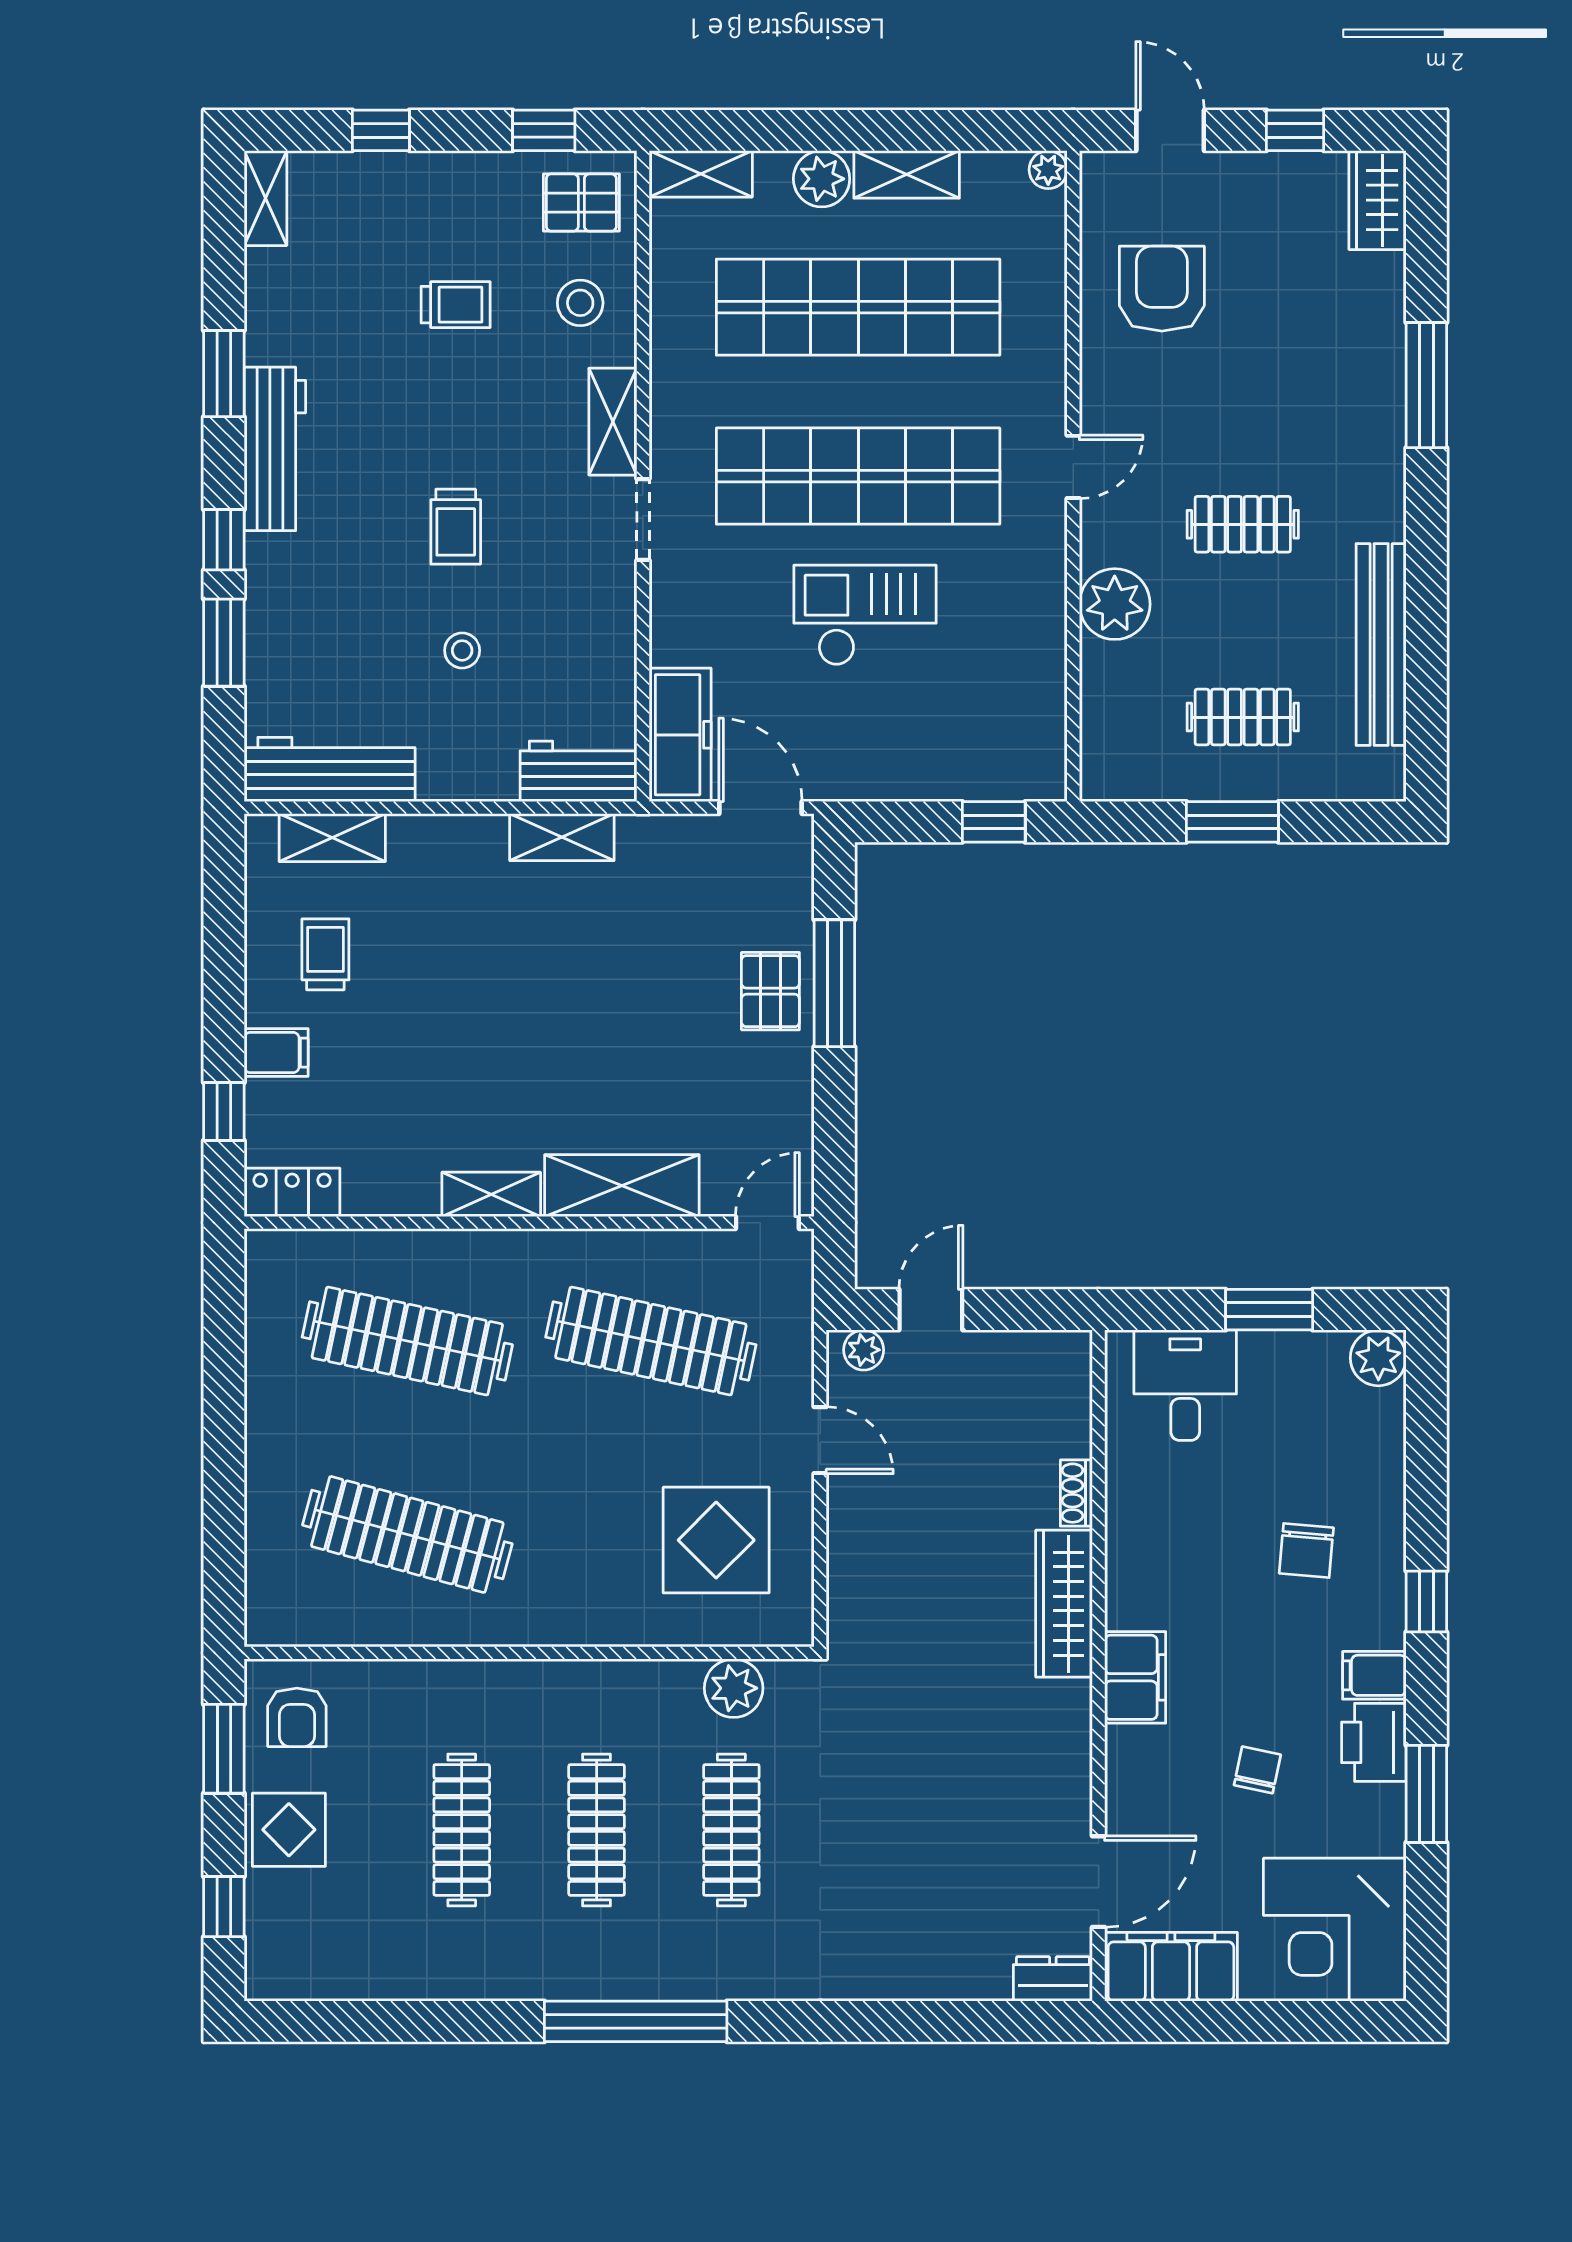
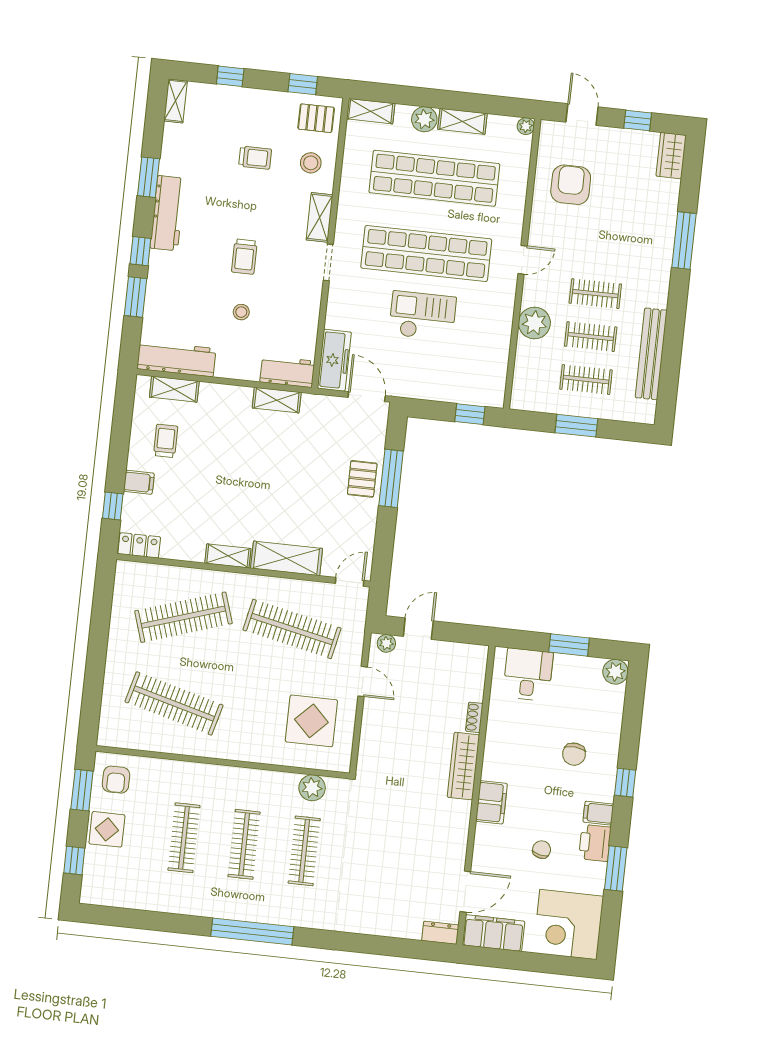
clothes rail: (1243, 621) -> (591, 337), added
clothes rail: (407, 1341) -> (183, 617), turned -30

